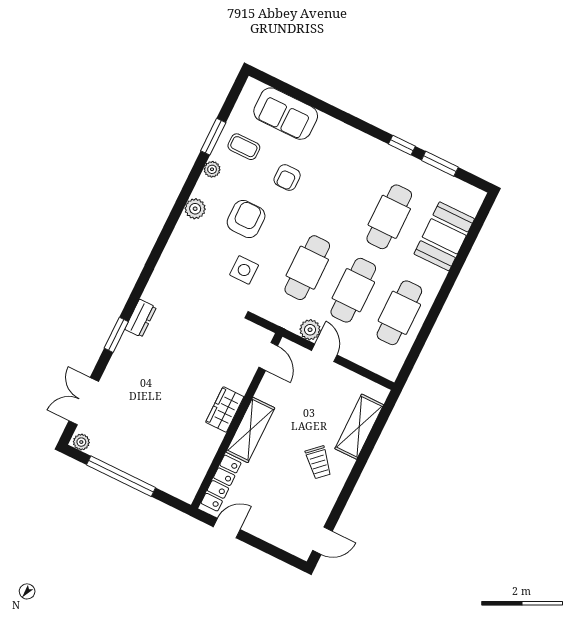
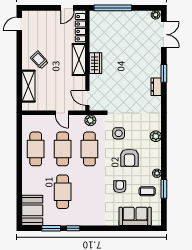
plant: (195, 209) -> (156, 136), moved
booth: (444, 236) -> (32, 210), moved
plant: (310, 330) -> (90, 120), moved
window: (121, 476) -> (113, 8), moved

